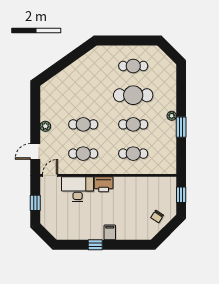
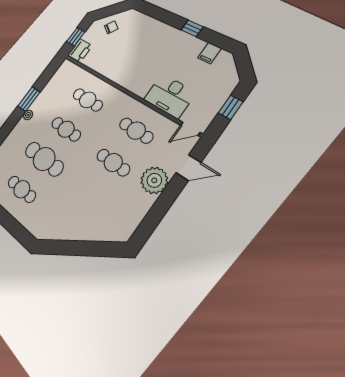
plant: (45, 126) -> (154, 180), width x1.87, depth x1.87
printer: (104, 184) -> (80, 51), moved, turned 90
filing cabinet: (110, 232) -> (210, 53), moved

